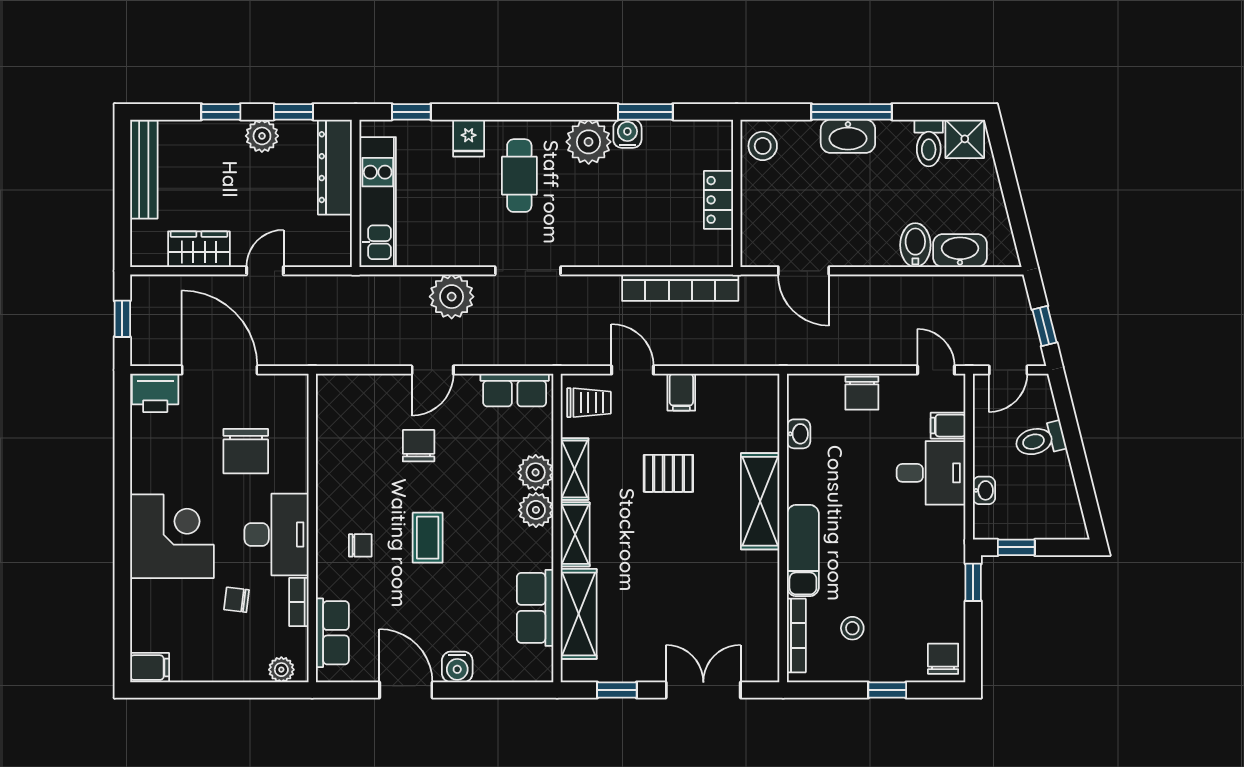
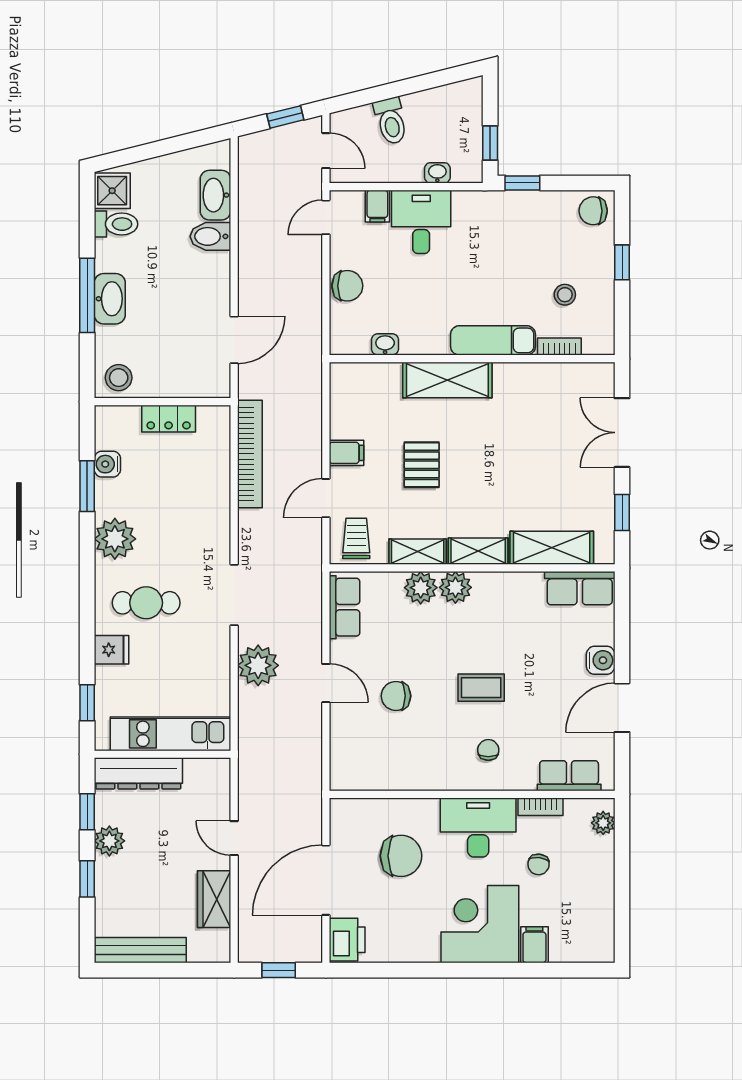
water cooler: (627, 134) -> (107, 464), moved
row of seats: (535, 608) -> (580, 588), moved
bookcase: (796, 636) -> (559, 346), width x0.64
filing cabinet: (150, 668) -> (534, 945), moved

